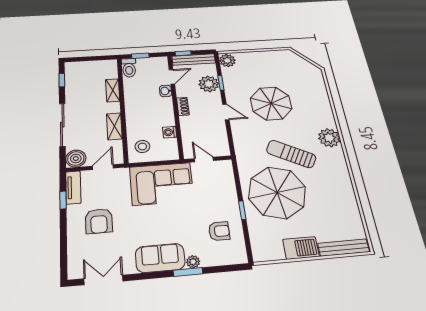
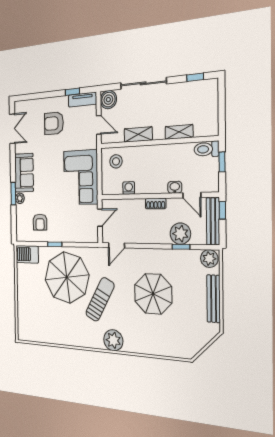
door: (226, 112) -> (116, 245), moved
barbecue: (301, 248) -> (27, 254), moved, turned 90
bench: (344, 248) -> (214, 299), moved

